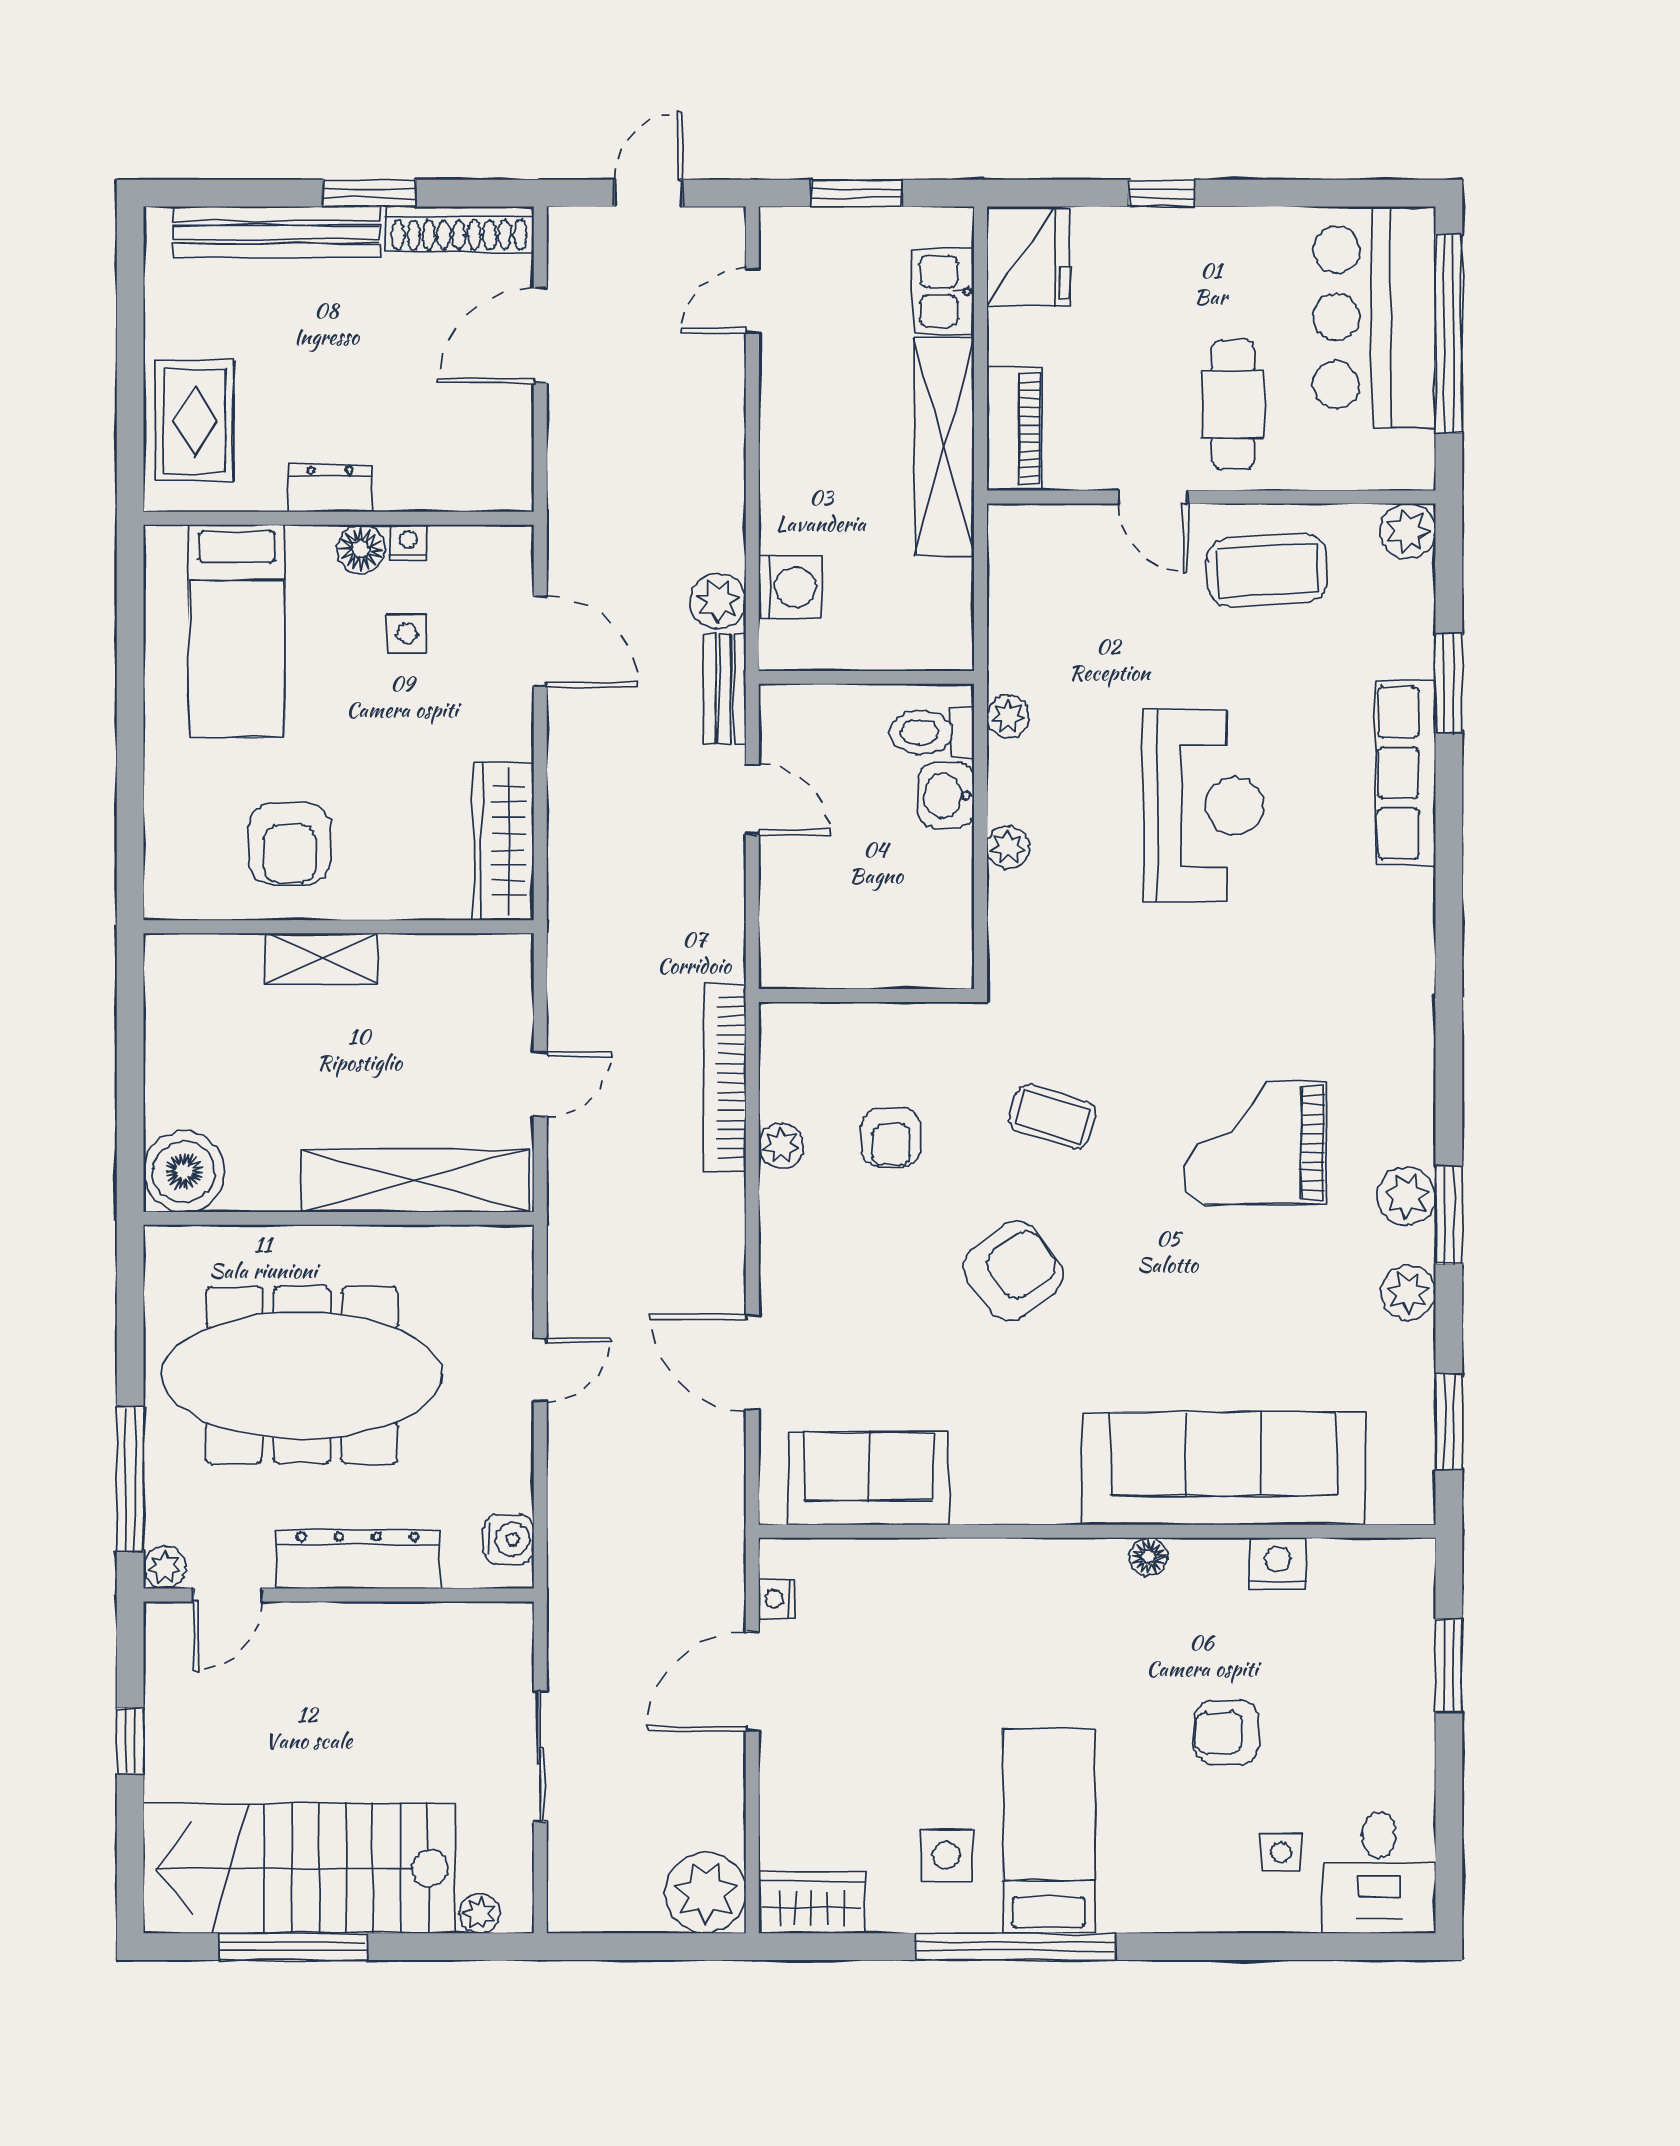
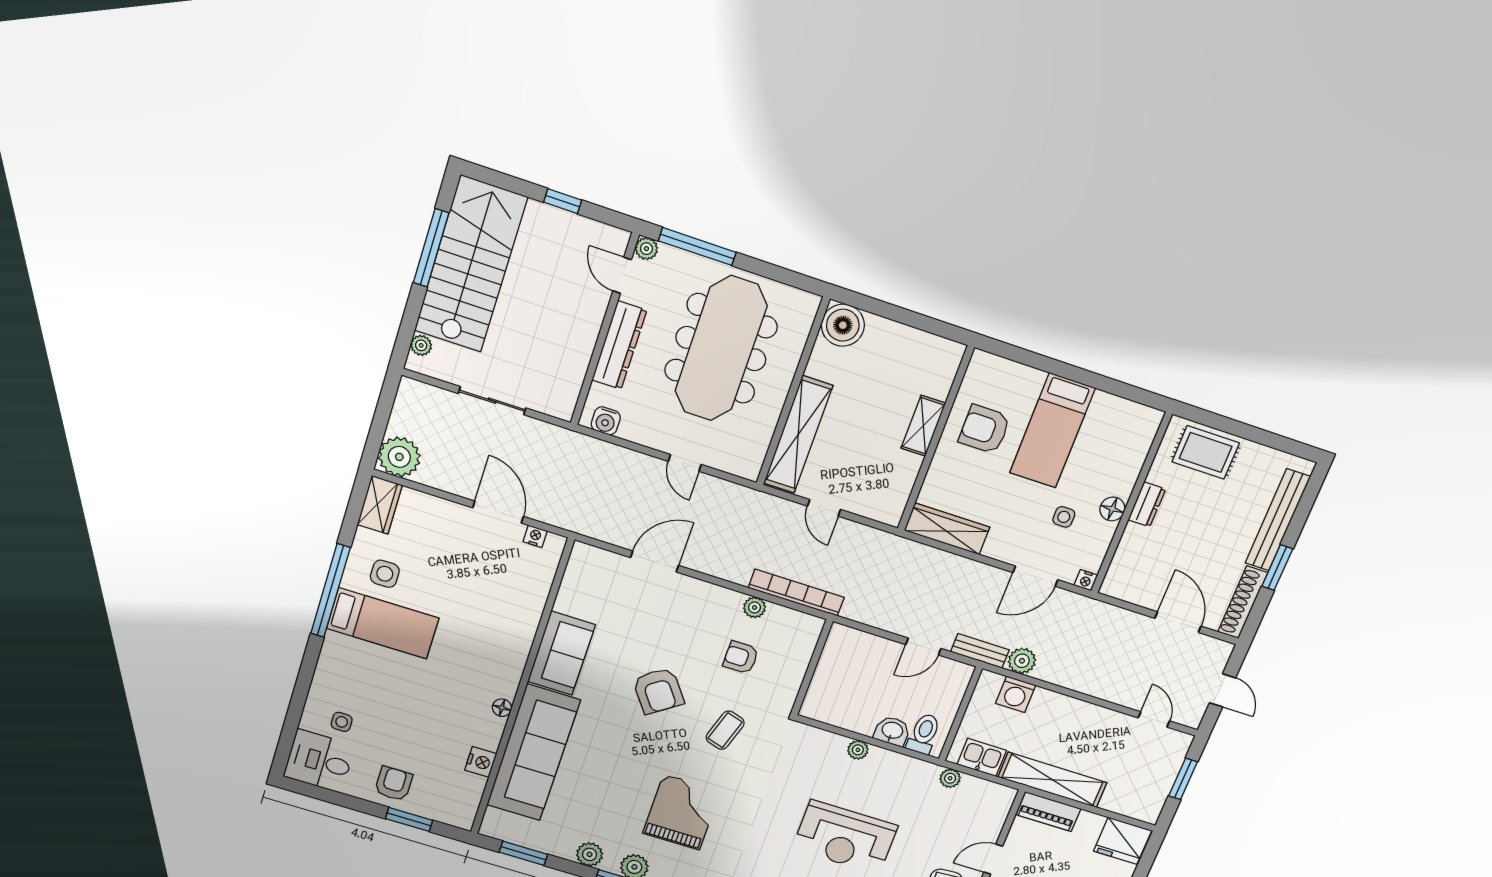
kitchen sink: (943, 291) -> (982, 757), moved
nightstand: (408, 542) -> (1086, 580), moved, turned 90
bed: (237, 631) -> (1052, 431), moved, turned -90
plant: (1008, 717) -> (950, 778), moved
sofa: (869, 1479) -> (561, 653), moved
armchair: (1227, 1732) -> (394, 784), moved

